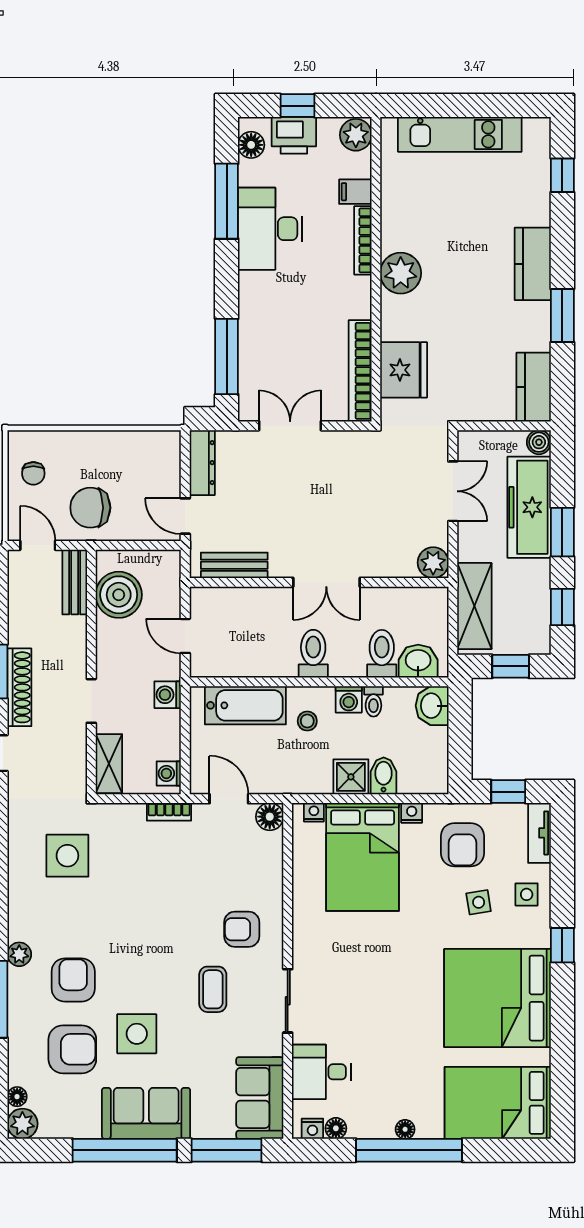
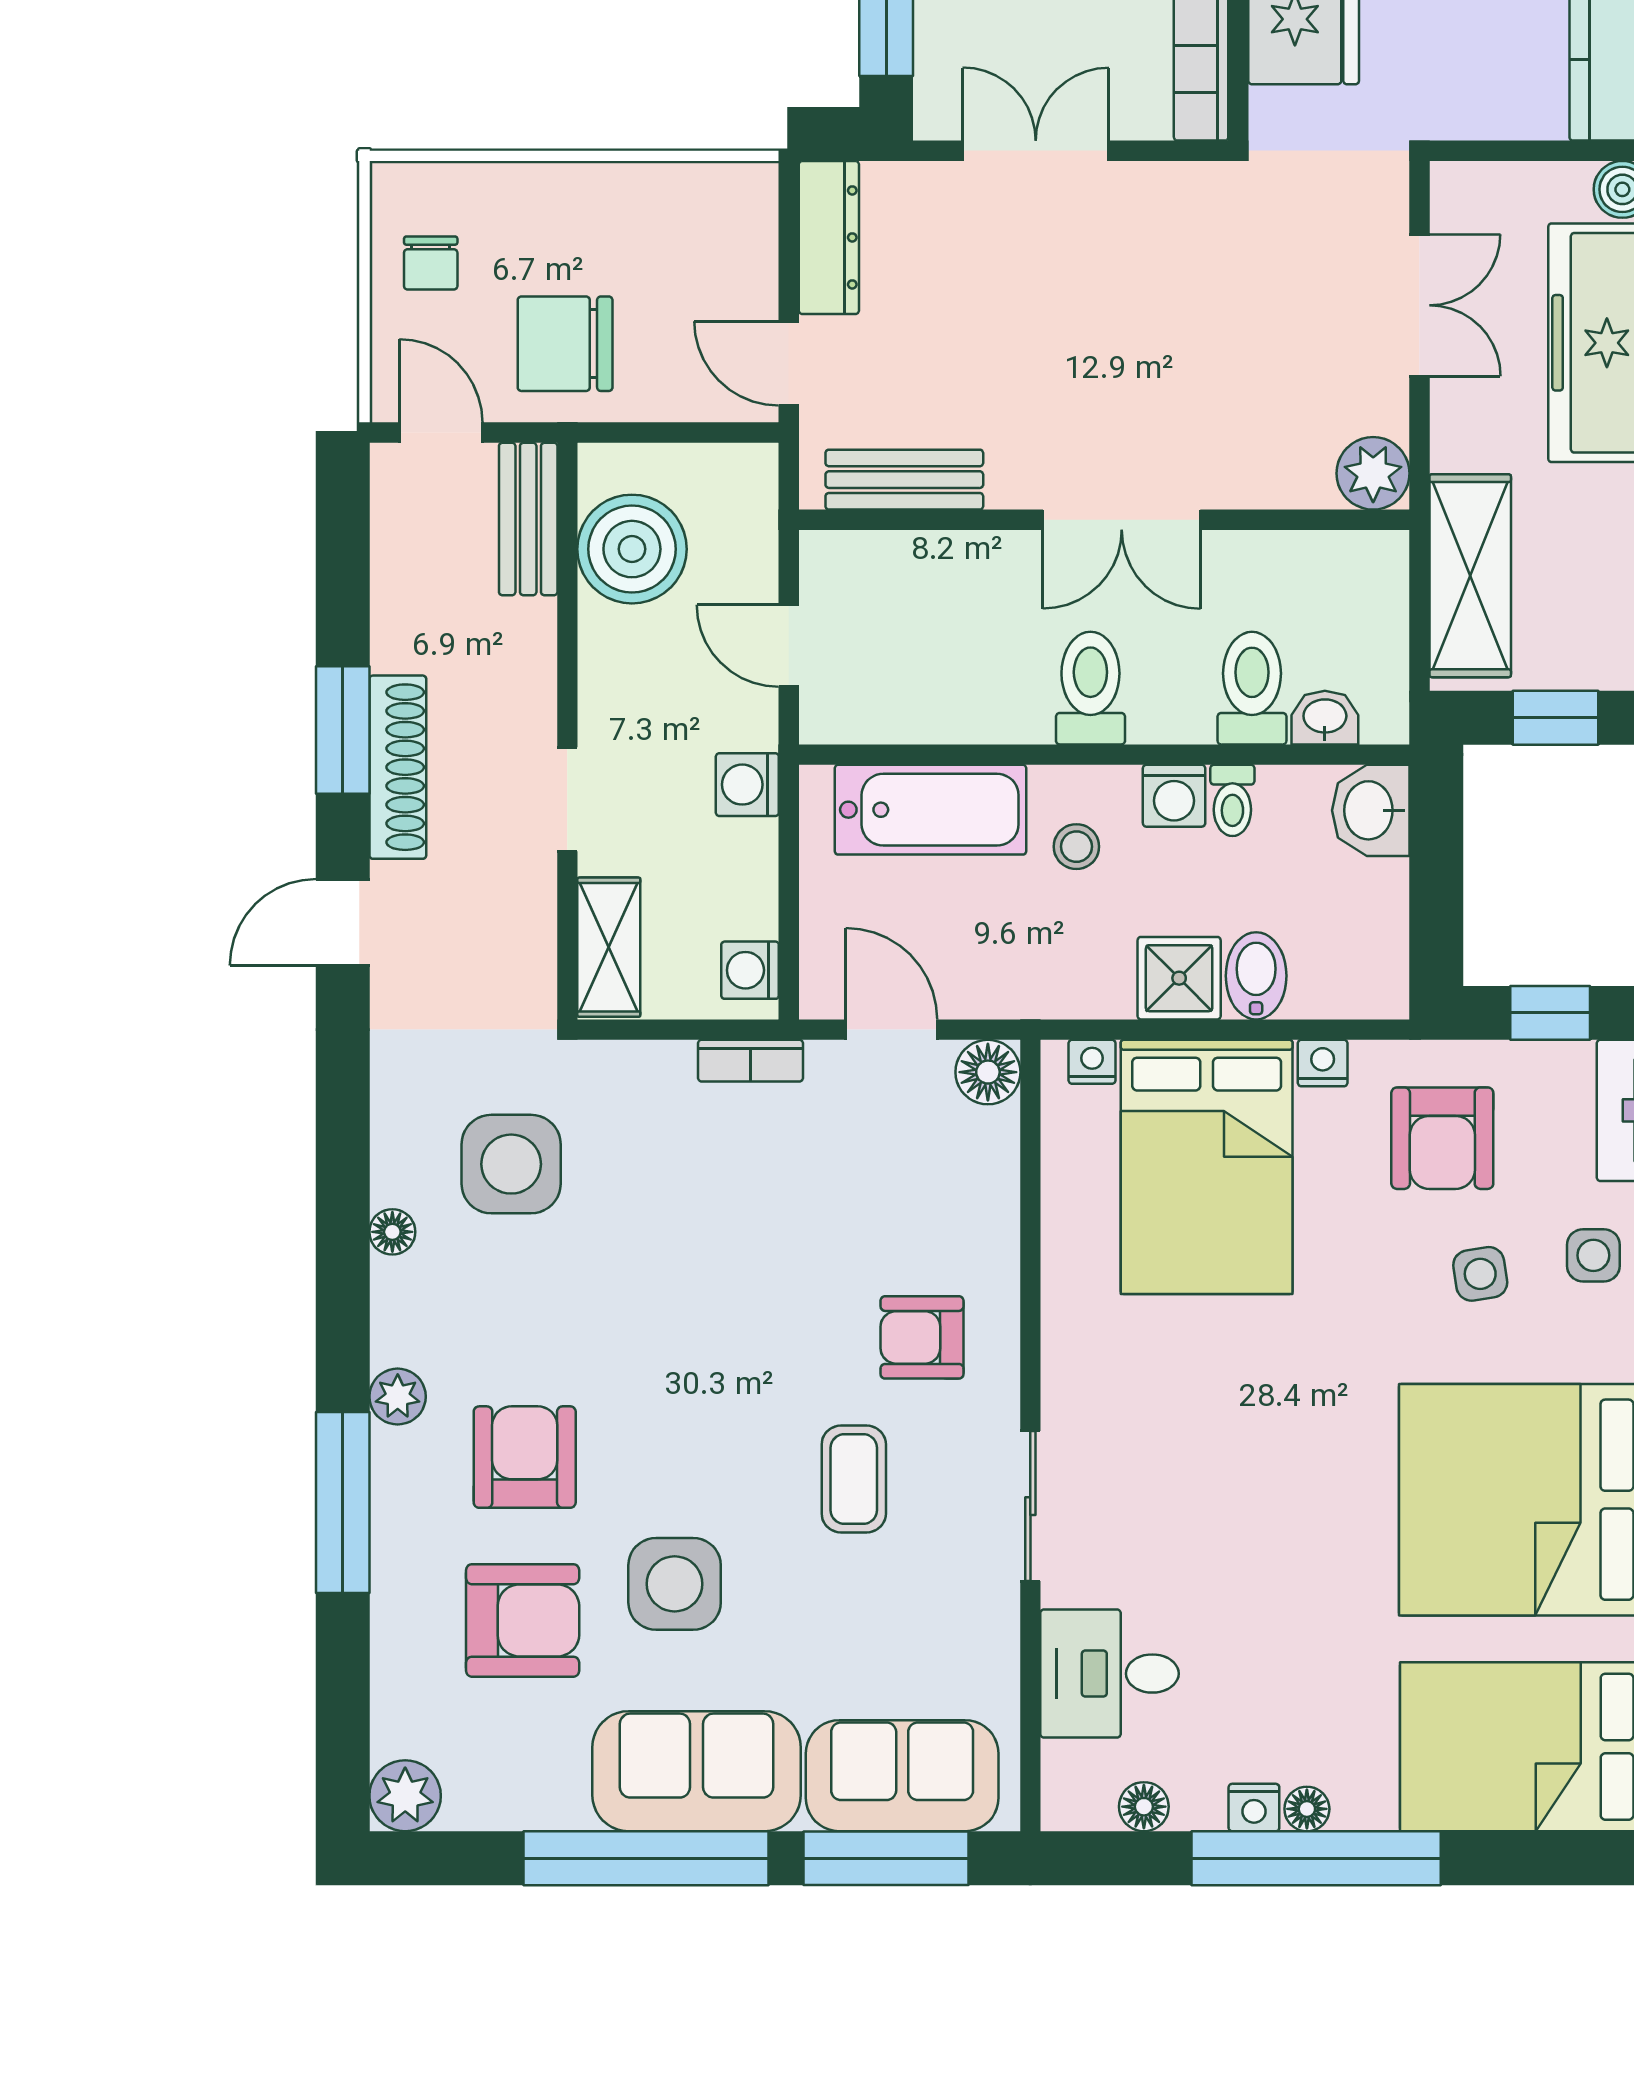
washbasin: (418, 661) -> (1325, 718), width x0.72, depth x0.69
floor lamp: (17, 1097) -> (392, 1232), moved
sofa: (260, 1098) -> (902, 1776), moved, turned 90
nightstand: (312, 1129) -> (1254, 1808), moved

